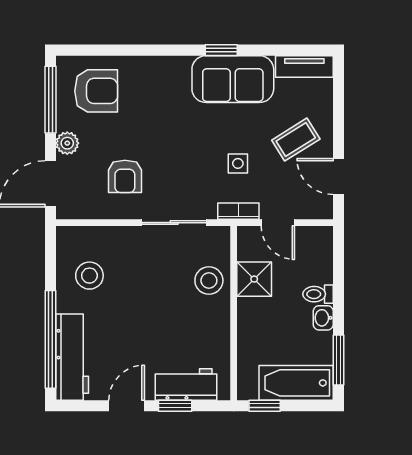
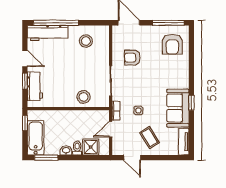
plant: (67, 143) -> (148, 31), removed
door: (339, 177) -> (132, 158), swing flipped
shower: (254, 279) -> (91, 147), moved

